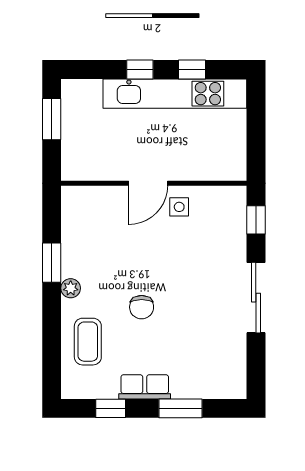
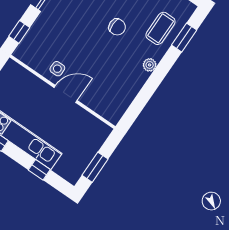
window: (140, 69) -> (39, 170), moved
window: (52, 263) -> (184, 38), moved
chair: (142, 307) -> (117, 27), turned 90

